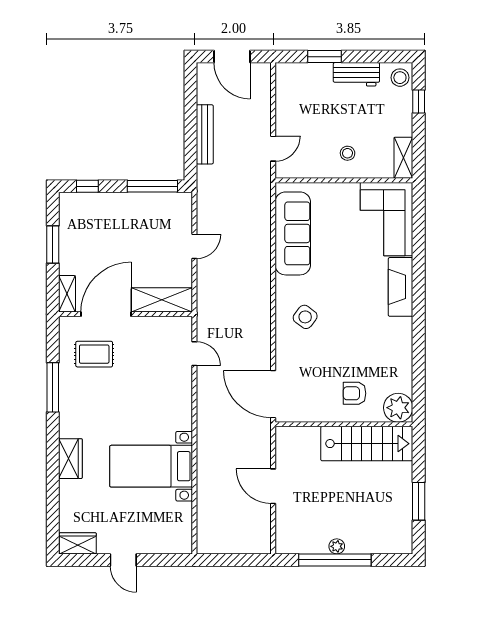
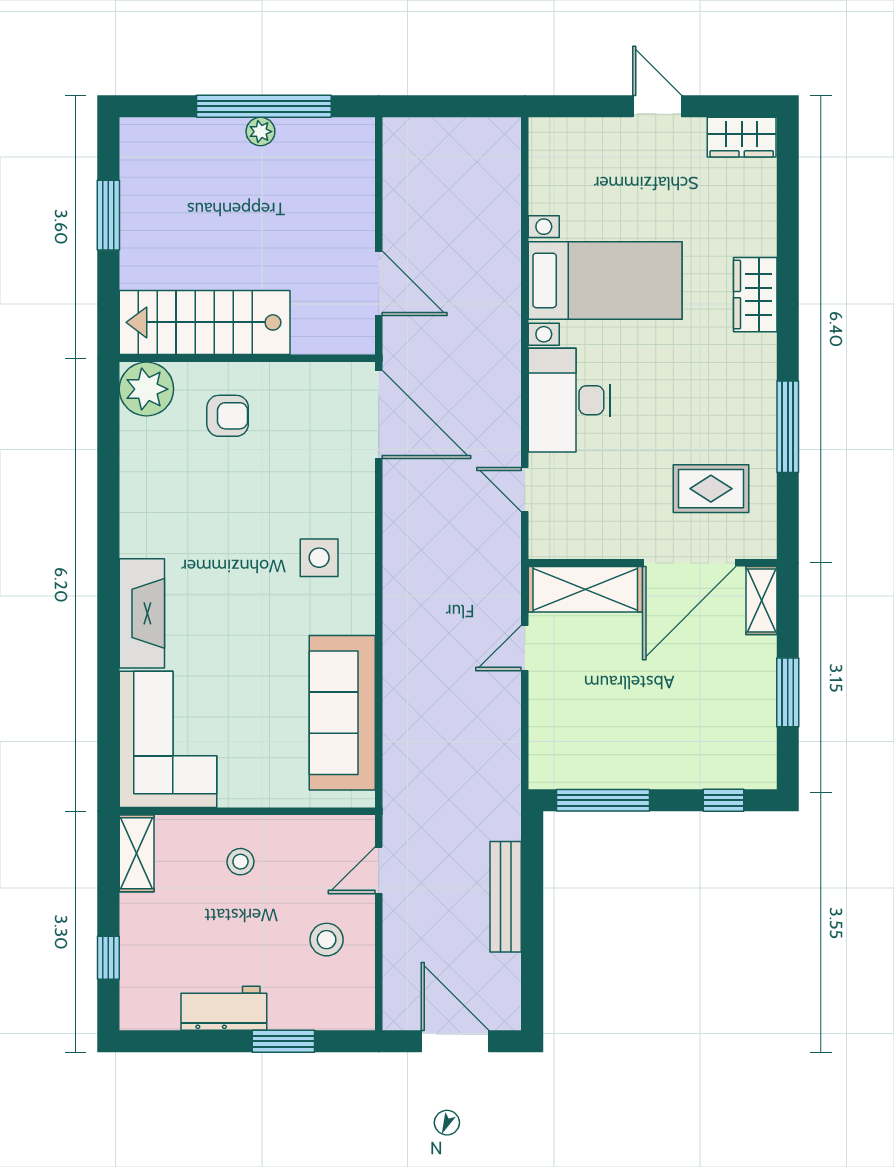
stool: (400, 78) -> (327, 940), moved
door: (194, 246) -> (525, 648), moved
side table: (305, 317) -> (319, 558), turned -37
desk: (170, 402) -> (569, 400), added
door: (273, 486) -> (379, 283), moved

